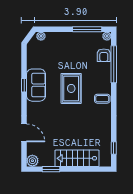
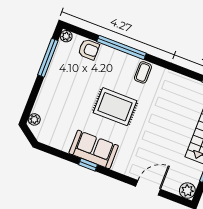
window: (114, 64) -> (122, 47), moved

